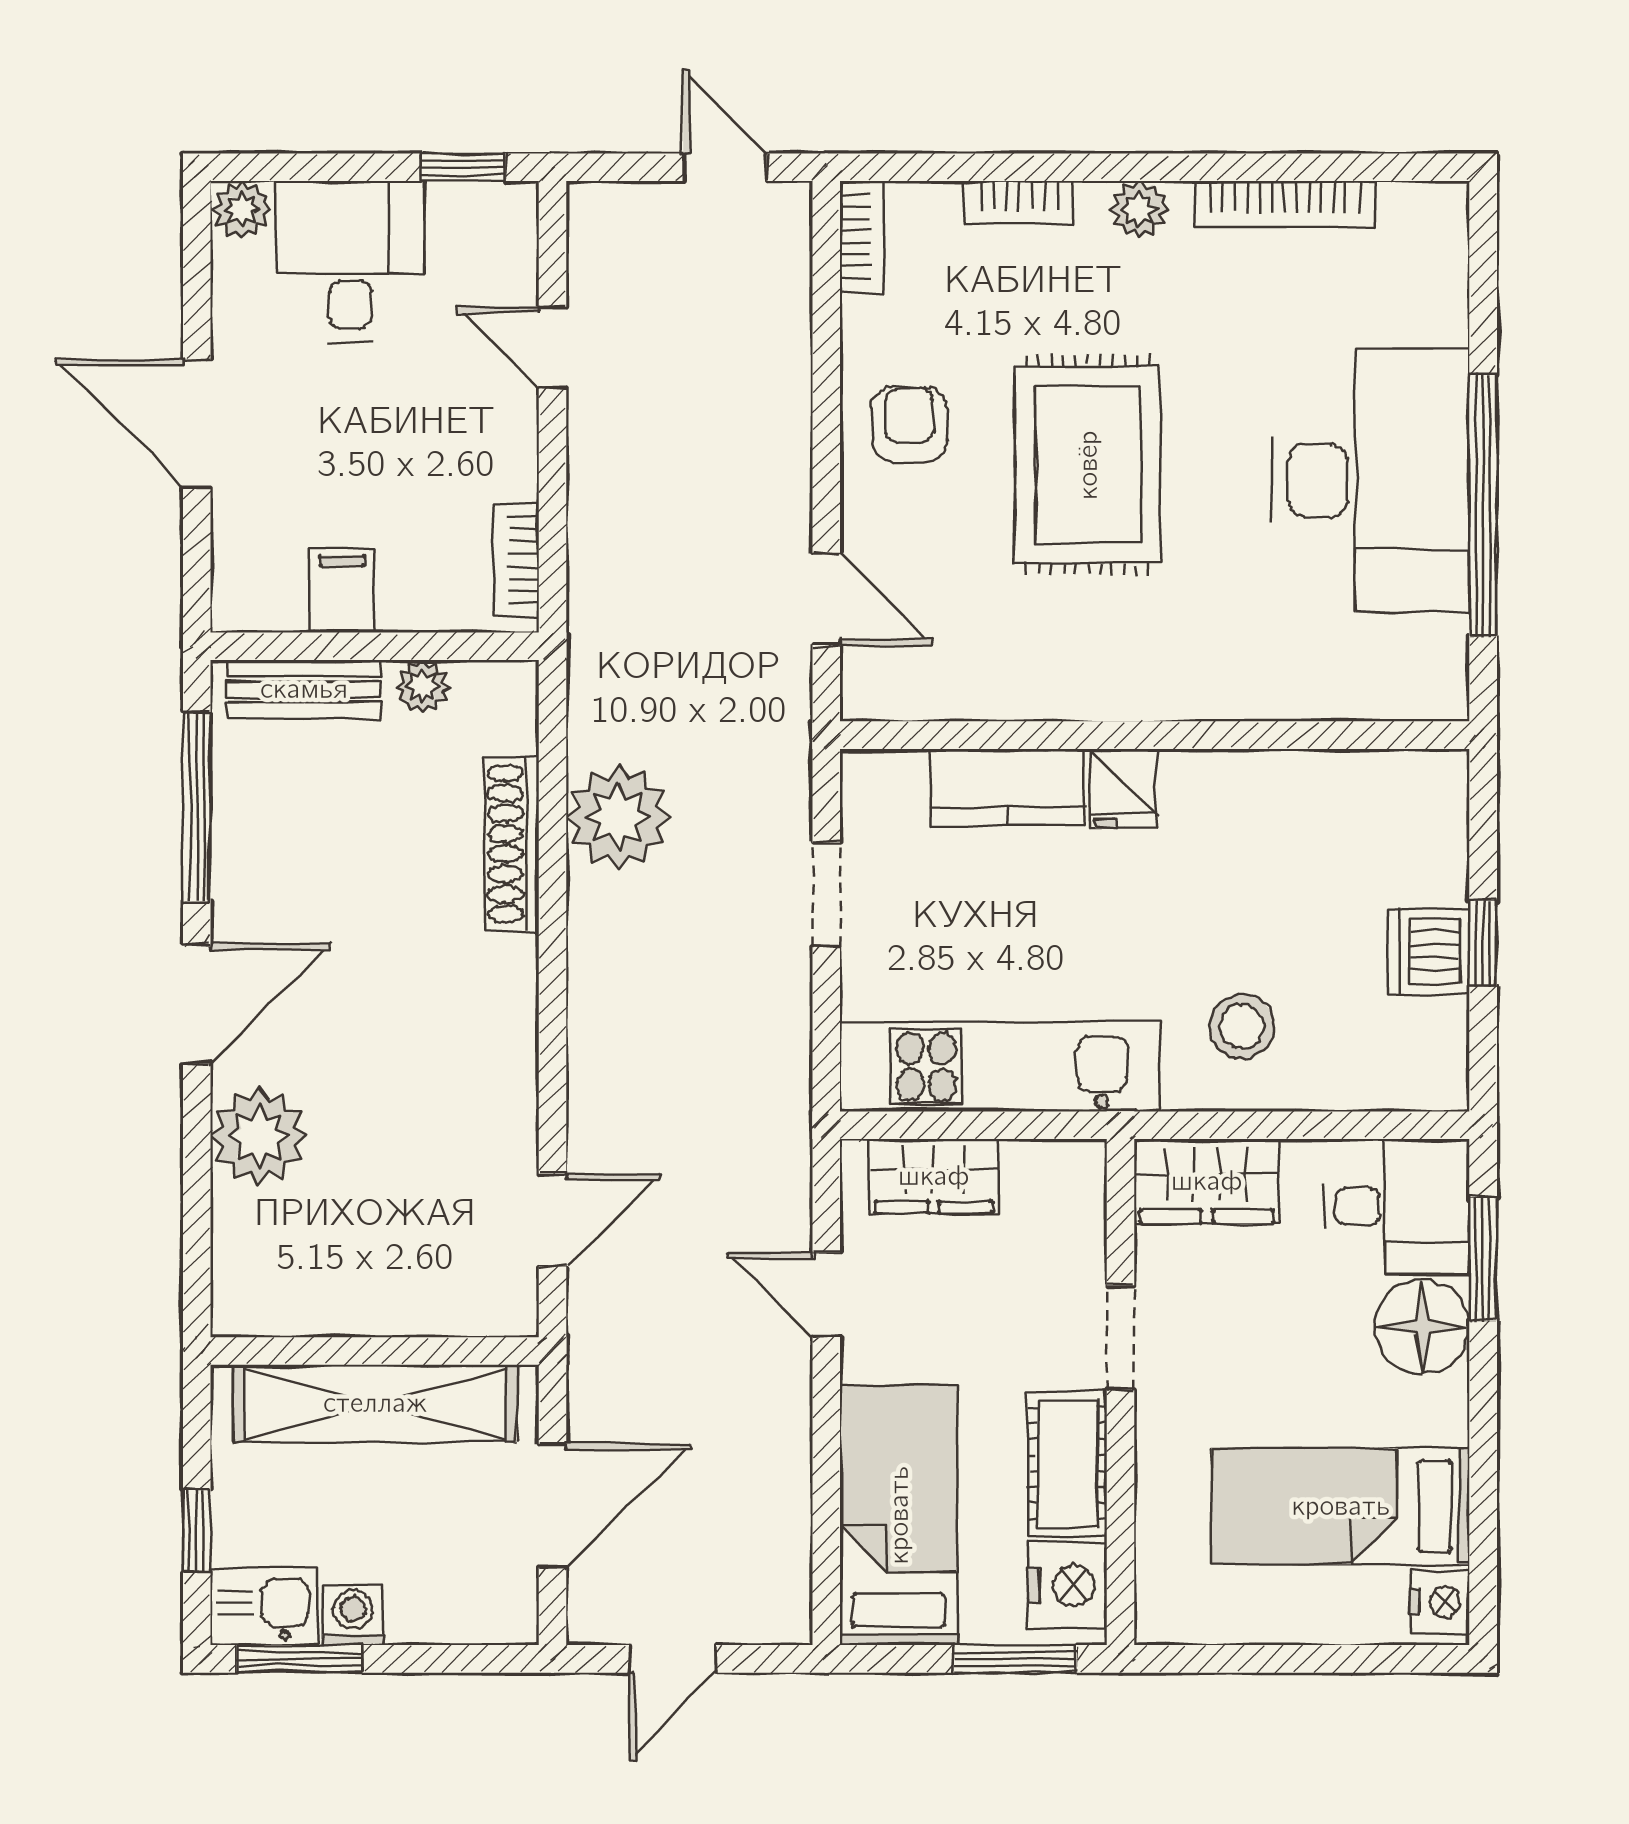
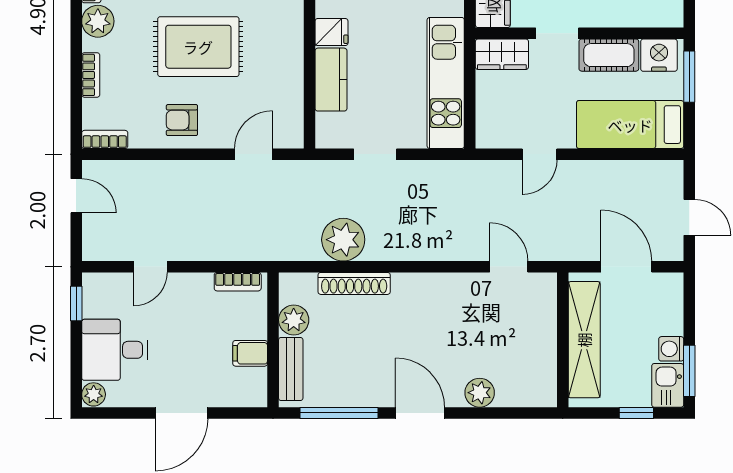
door: (725, 167) -> (76, 196), swing flipped
plant: (1139, 209) -> (98, 21), width x1.38, depth x1.38
plant: (423, 687) -> (294, 320), width x1.38, depth x1.38
plant: (259, 1136) -> (480, 393), width x0.73, depth x0.73
wardrobe: (934, 1176) -> (502, 54), moved, turned 90

